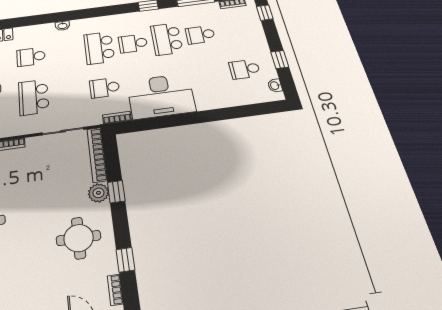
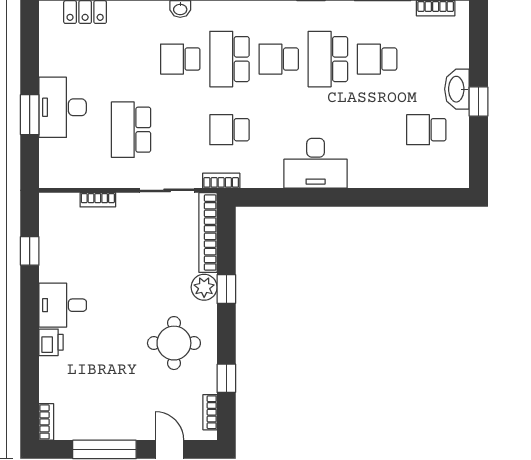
window: (265, 13) -> (479, 34), removed
school desk: (31, 57) -> (180, 59), moved
window: (280, 60) -> (479, 102), moved
washbasin: (275, 86) -> (457, 89), moved, width x1.91, depth x1.45
desk: (161, 96) -> (316, 163), width x0.73, depth x0.77
bookcase: (117, 118) -> (221, 181), moved

